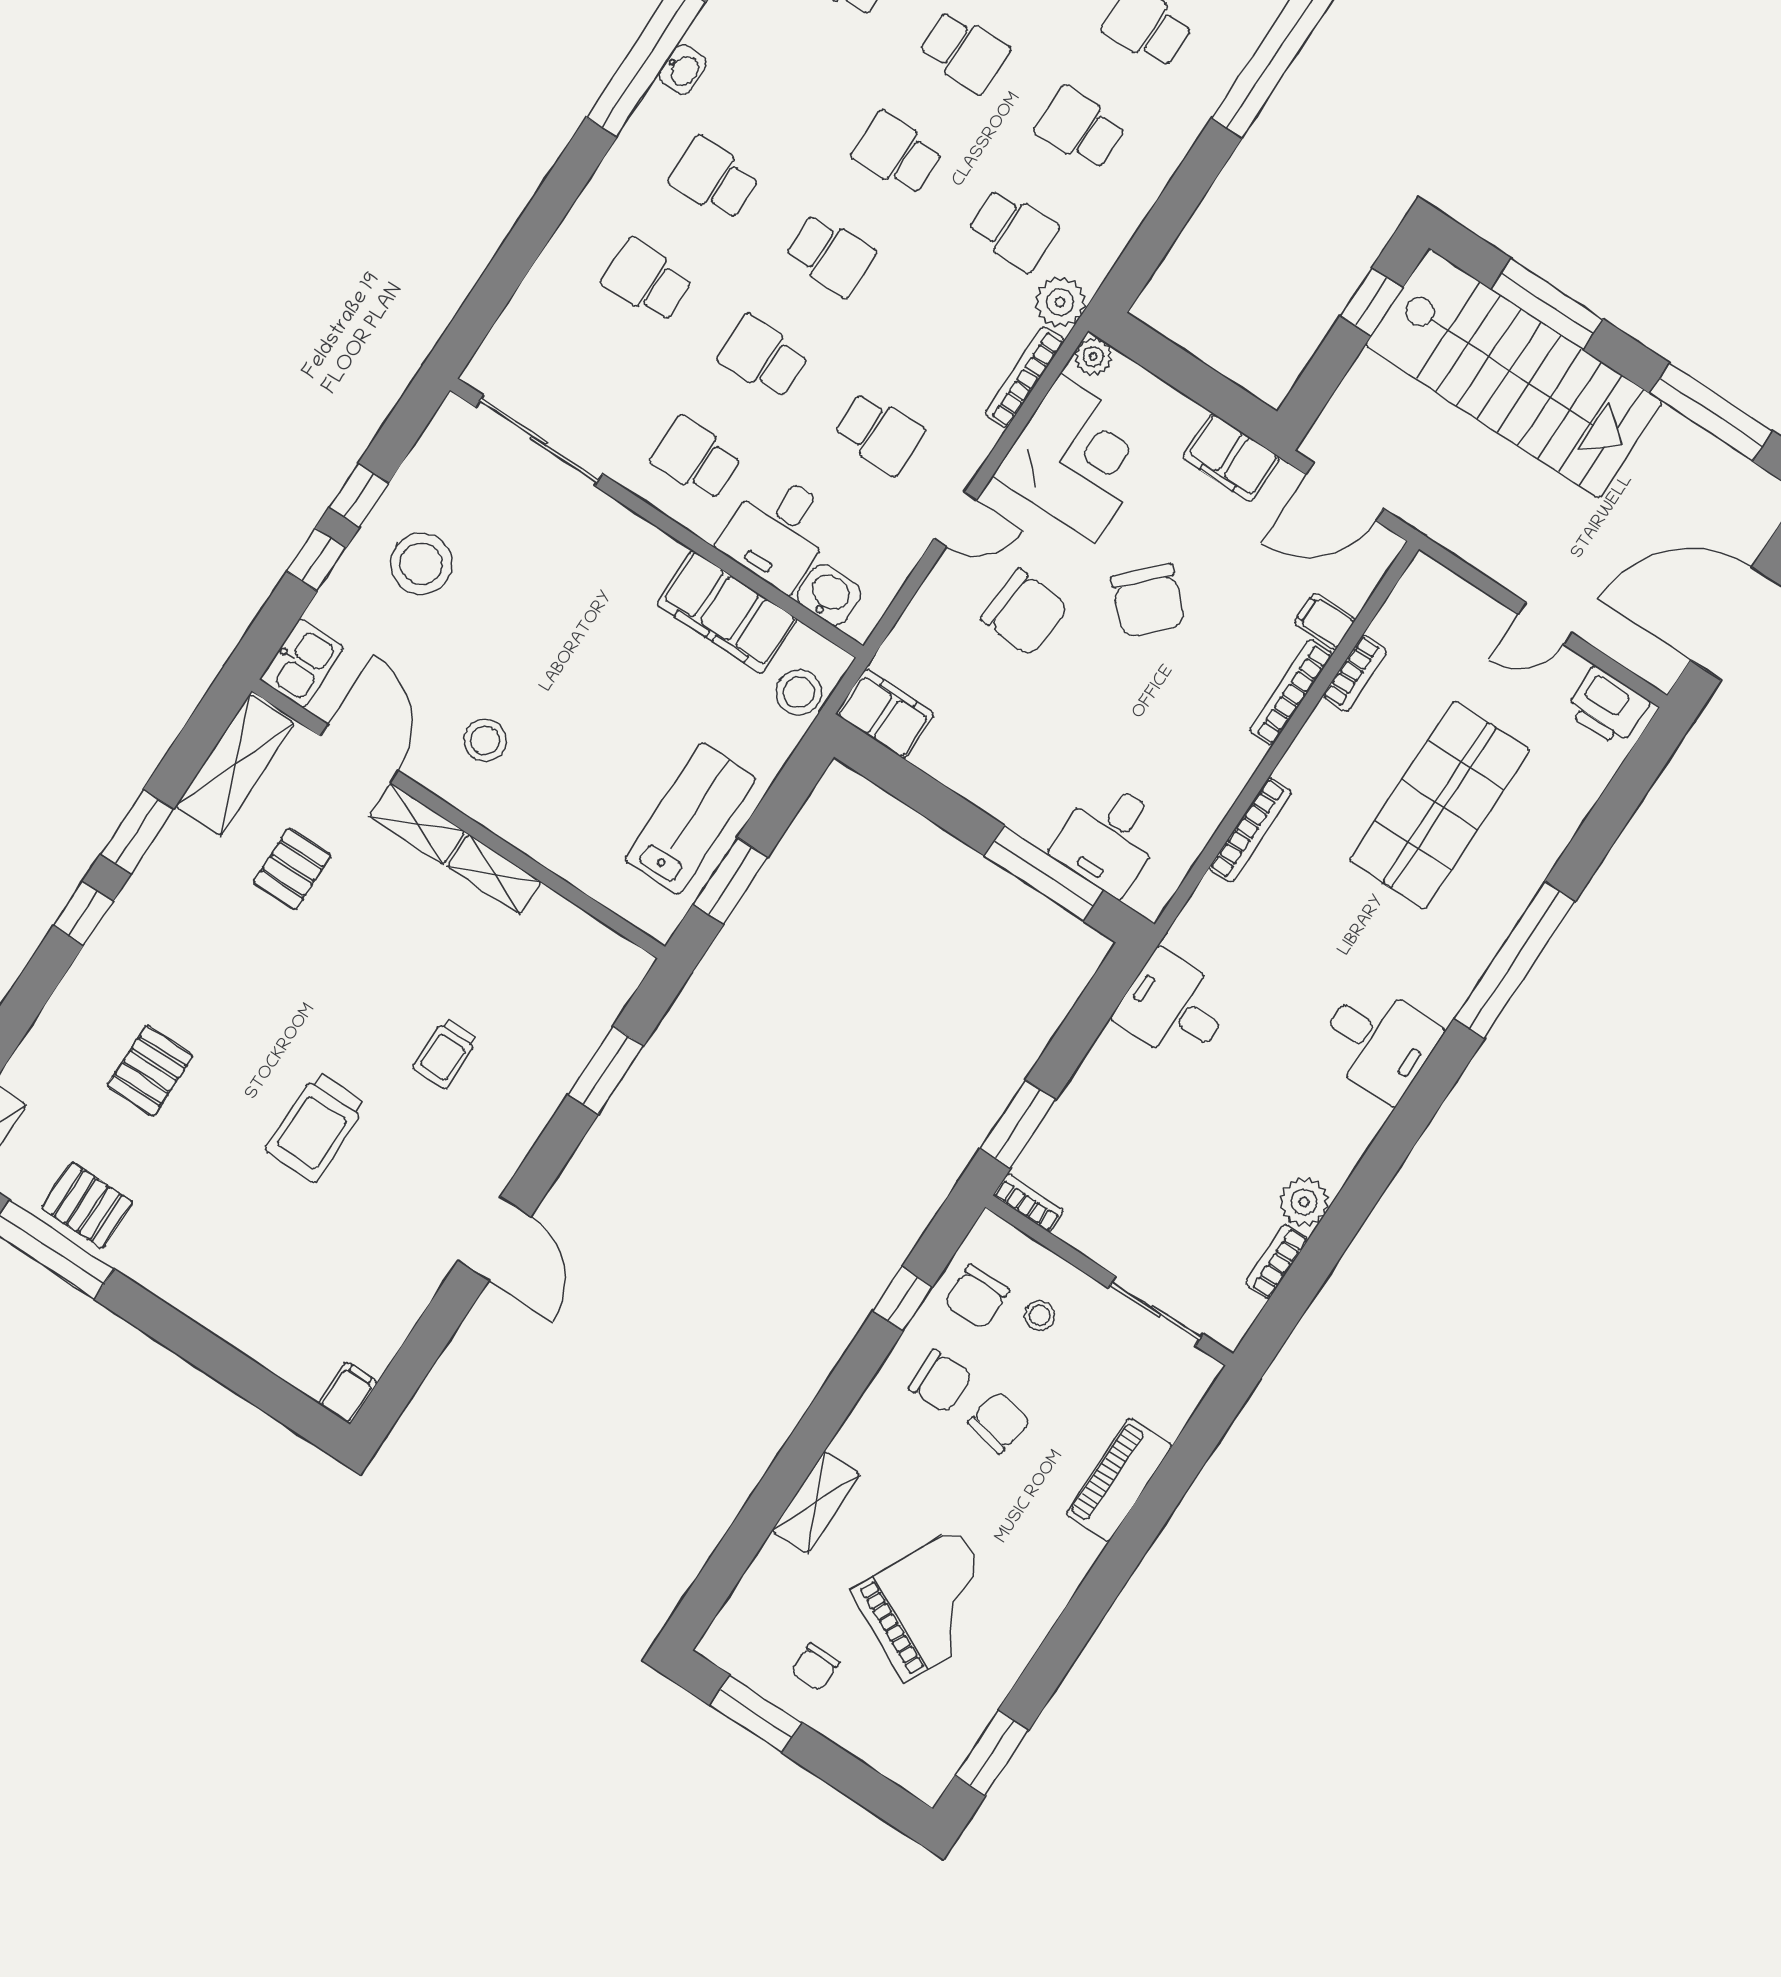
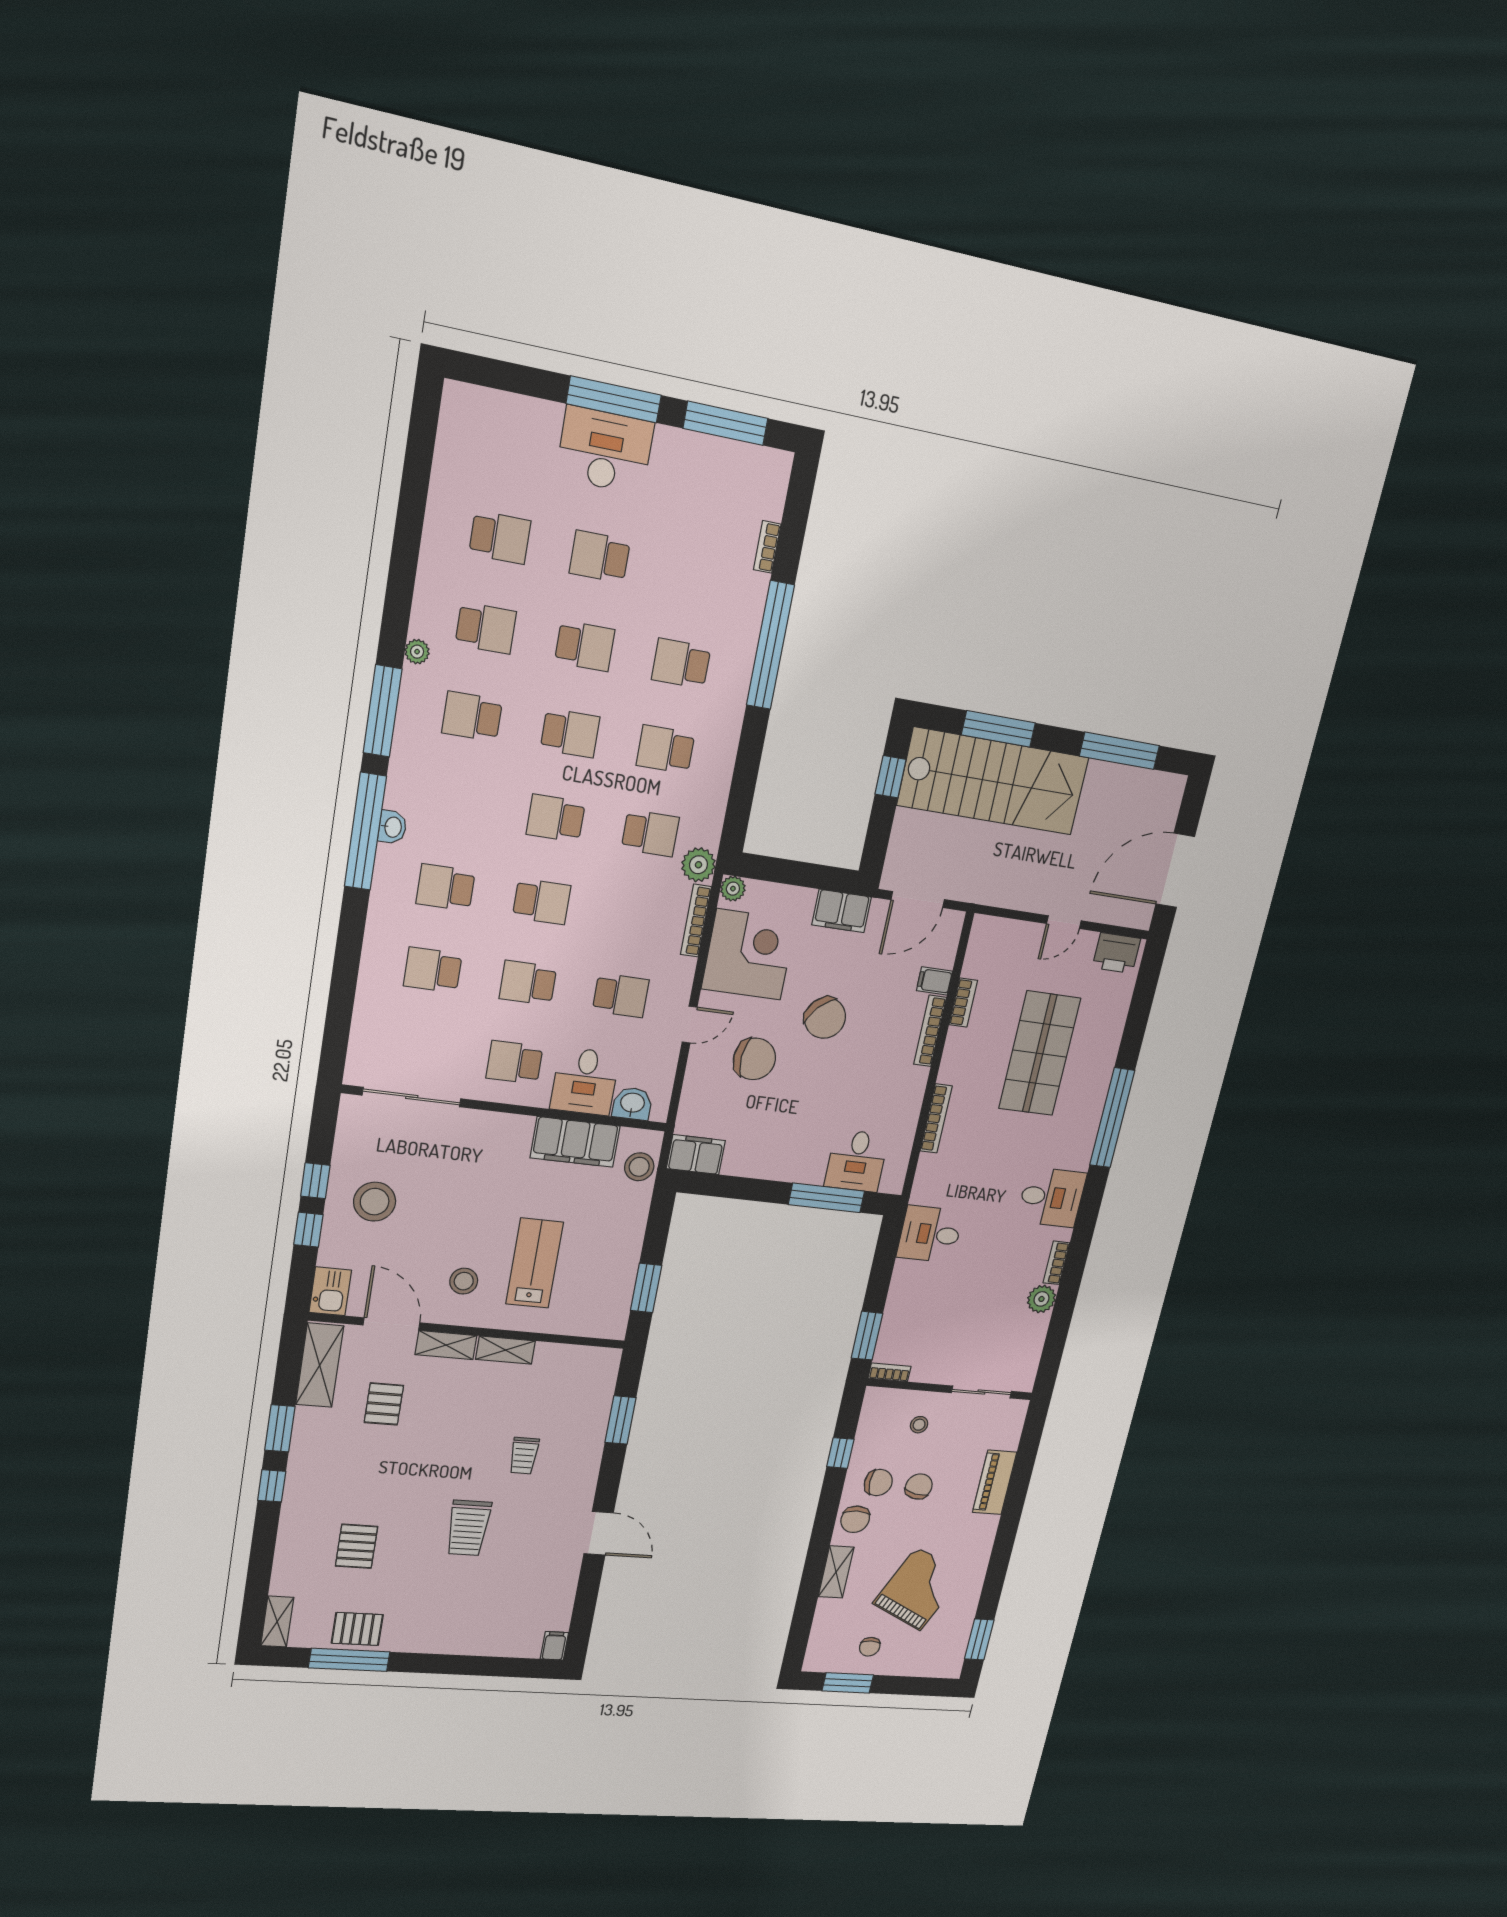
lab bench: (690, 819) -> (535, 1263), moved
bookcase: (1277, 1262) -> (1056, 1263), moved
chair: (977, 1297) -> (855, 1519), moved

